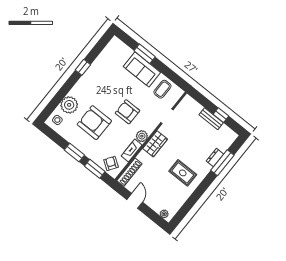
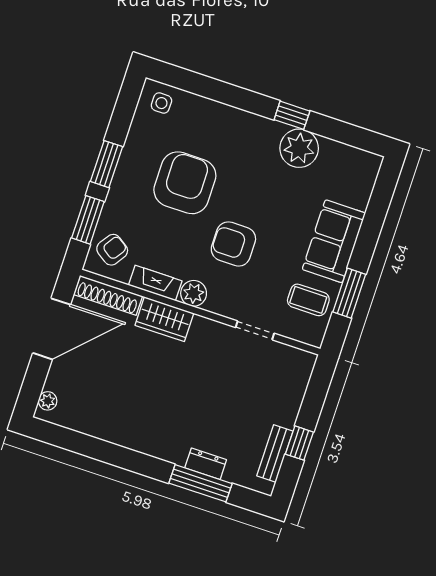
window: (145, 54) -> (349, 293), moved
plant: (69, 105) -> (299, 148), moved
armchair: (127, 112) -> (233, 244), turned -90
bench: (211, 119) -> (275, 453), moved
wardrobe: (155, 144) -> (164, 319), moved
rug: (183, 173) -> (148, 408), removed
door: (135, 201) -> (52, 329), width x1.87

